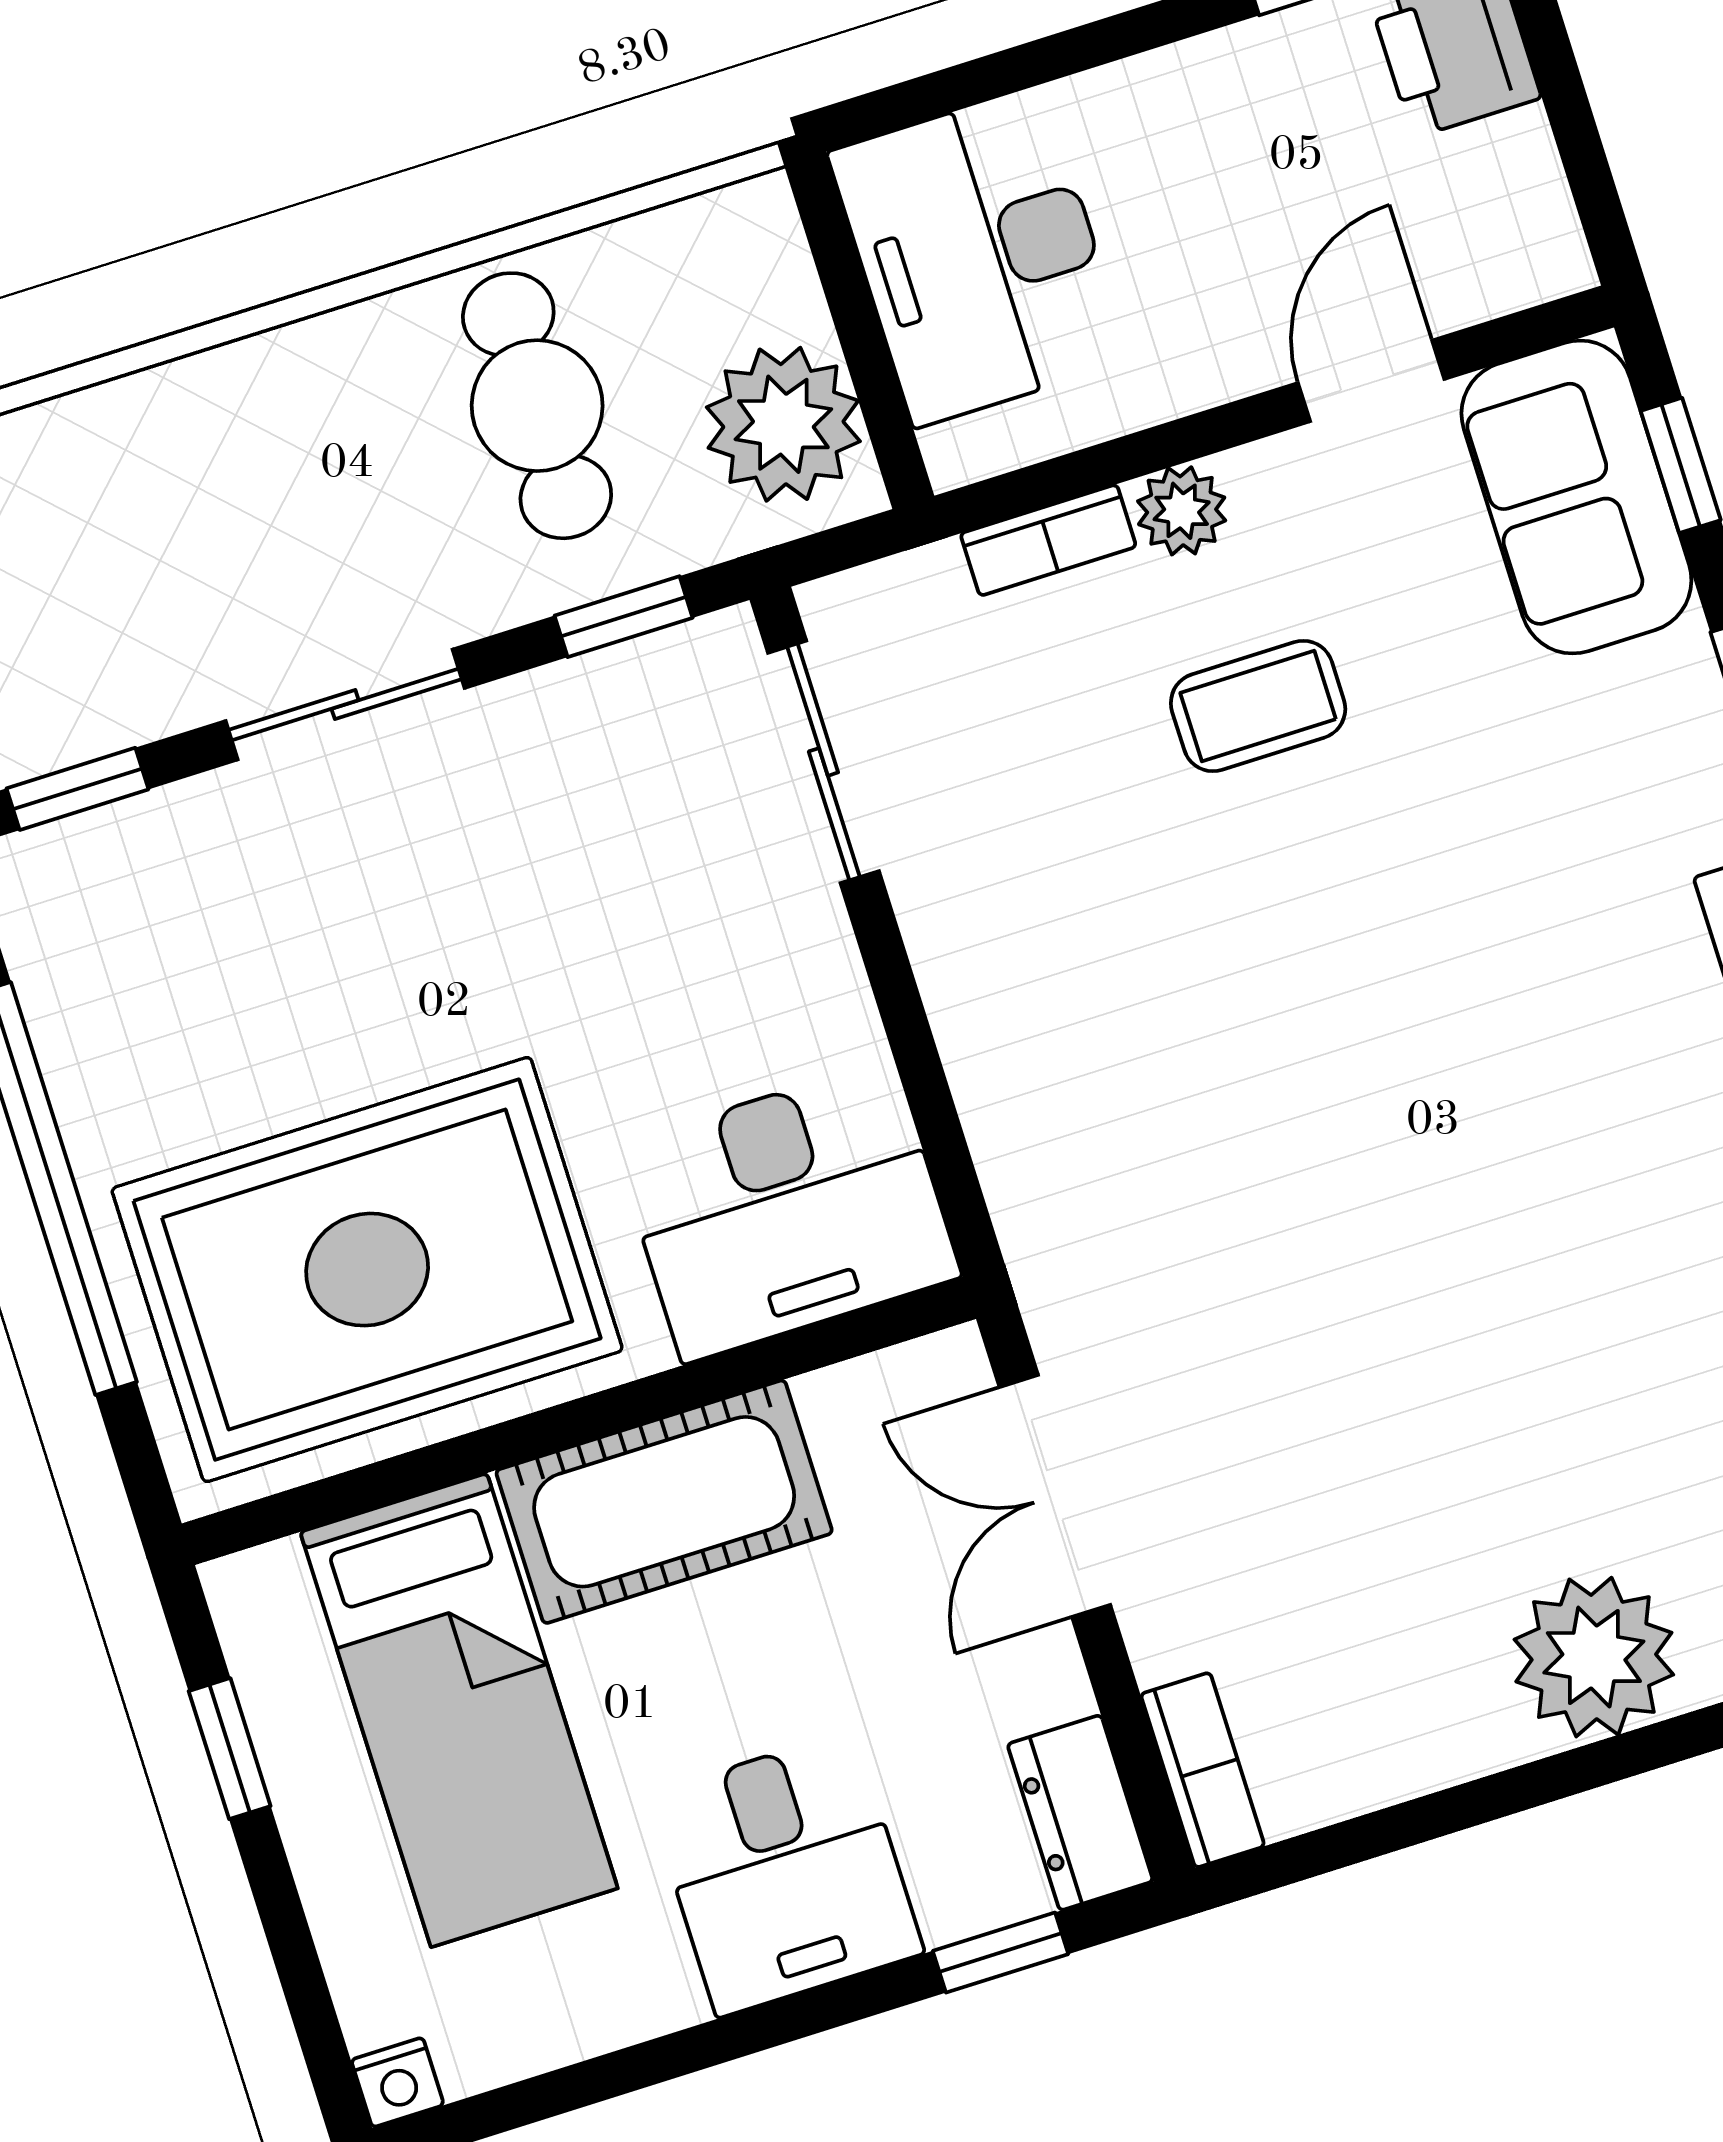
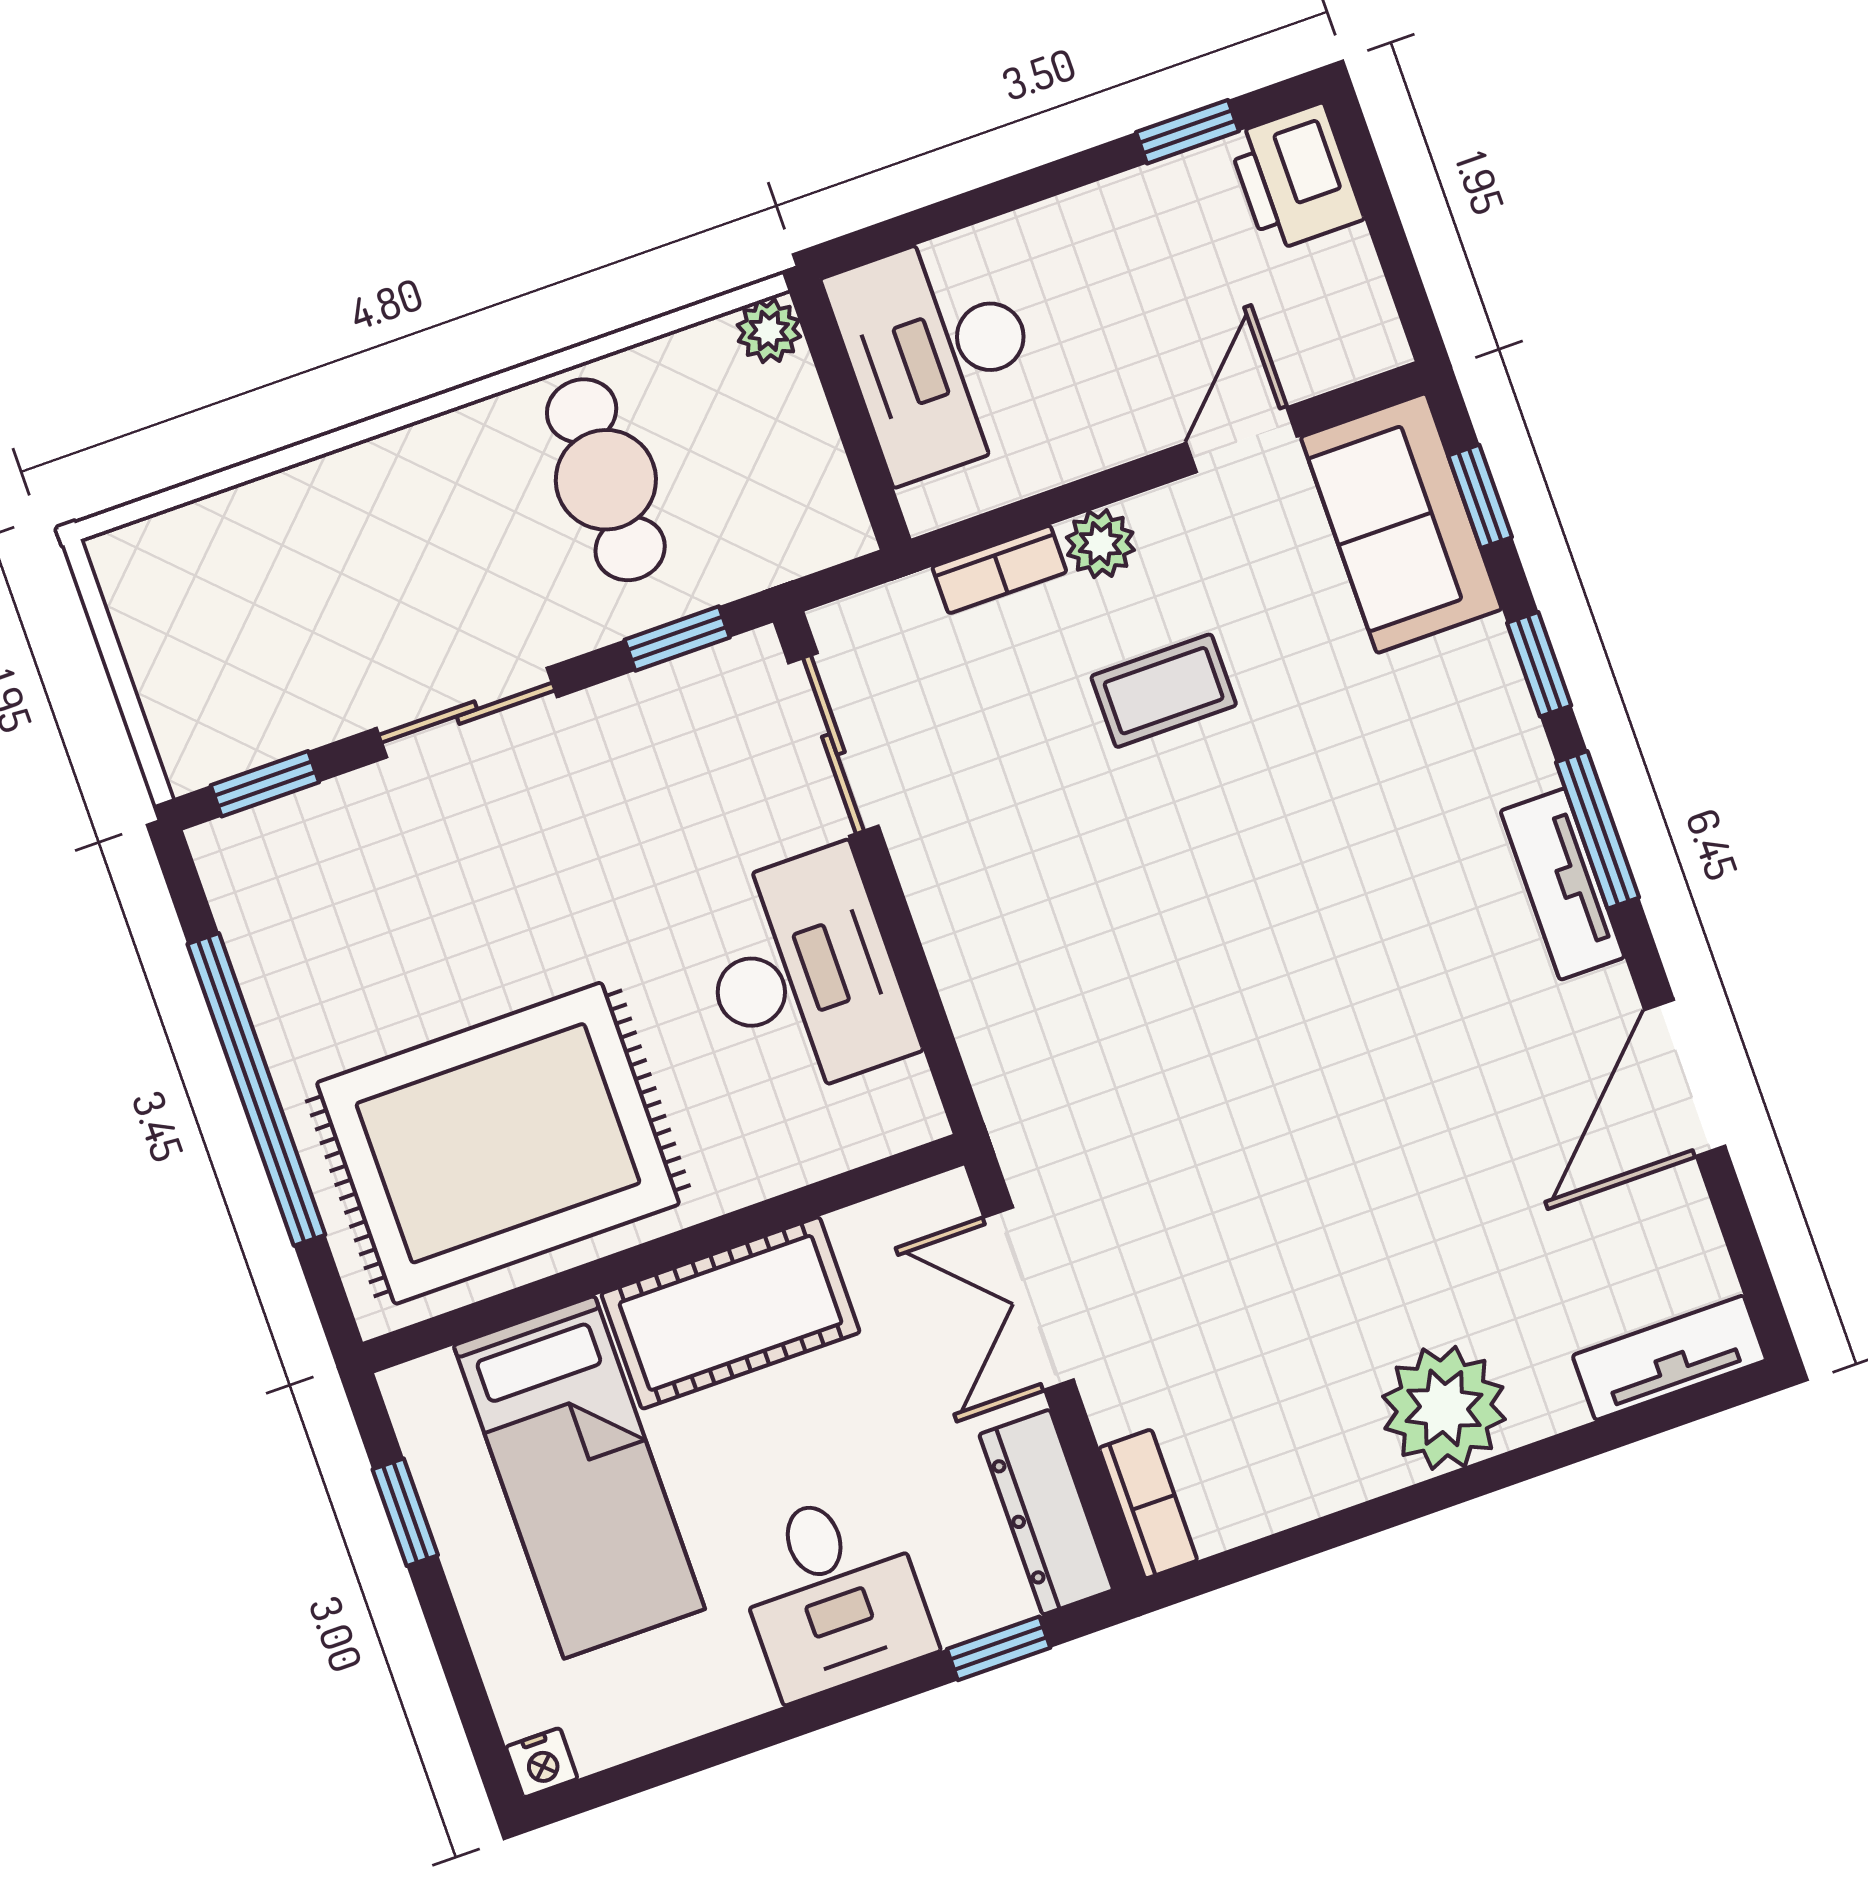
plant: (783, 424) -> (769, 331), moved, width x0.53, depth x0.53
desk: (788, 1211) -> (803, 974), moved, turned -90
dresser: (1080, 1813) -> (1046, 1512), width x1.44

